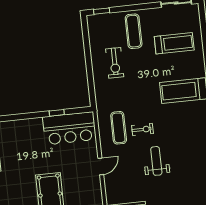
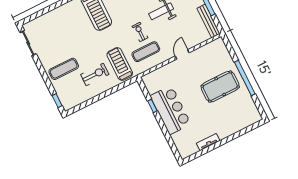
treadmill: (174, 43) -> (120, 64), moved
bar counter: (69, 128) -> (171, 110), moved
door: (101, 166) -> (182, 54), hinge flipped

